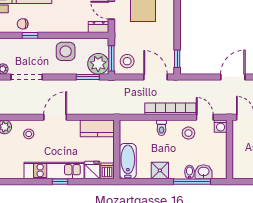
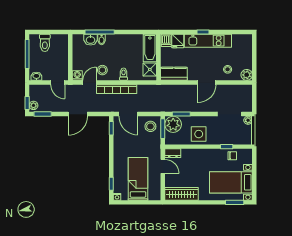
door: (233, 77) -> (78, 114), moved
door: (205, 117) -> (90, 82), swing flipped
shower: (160, 170) -> (150, 69), moved

